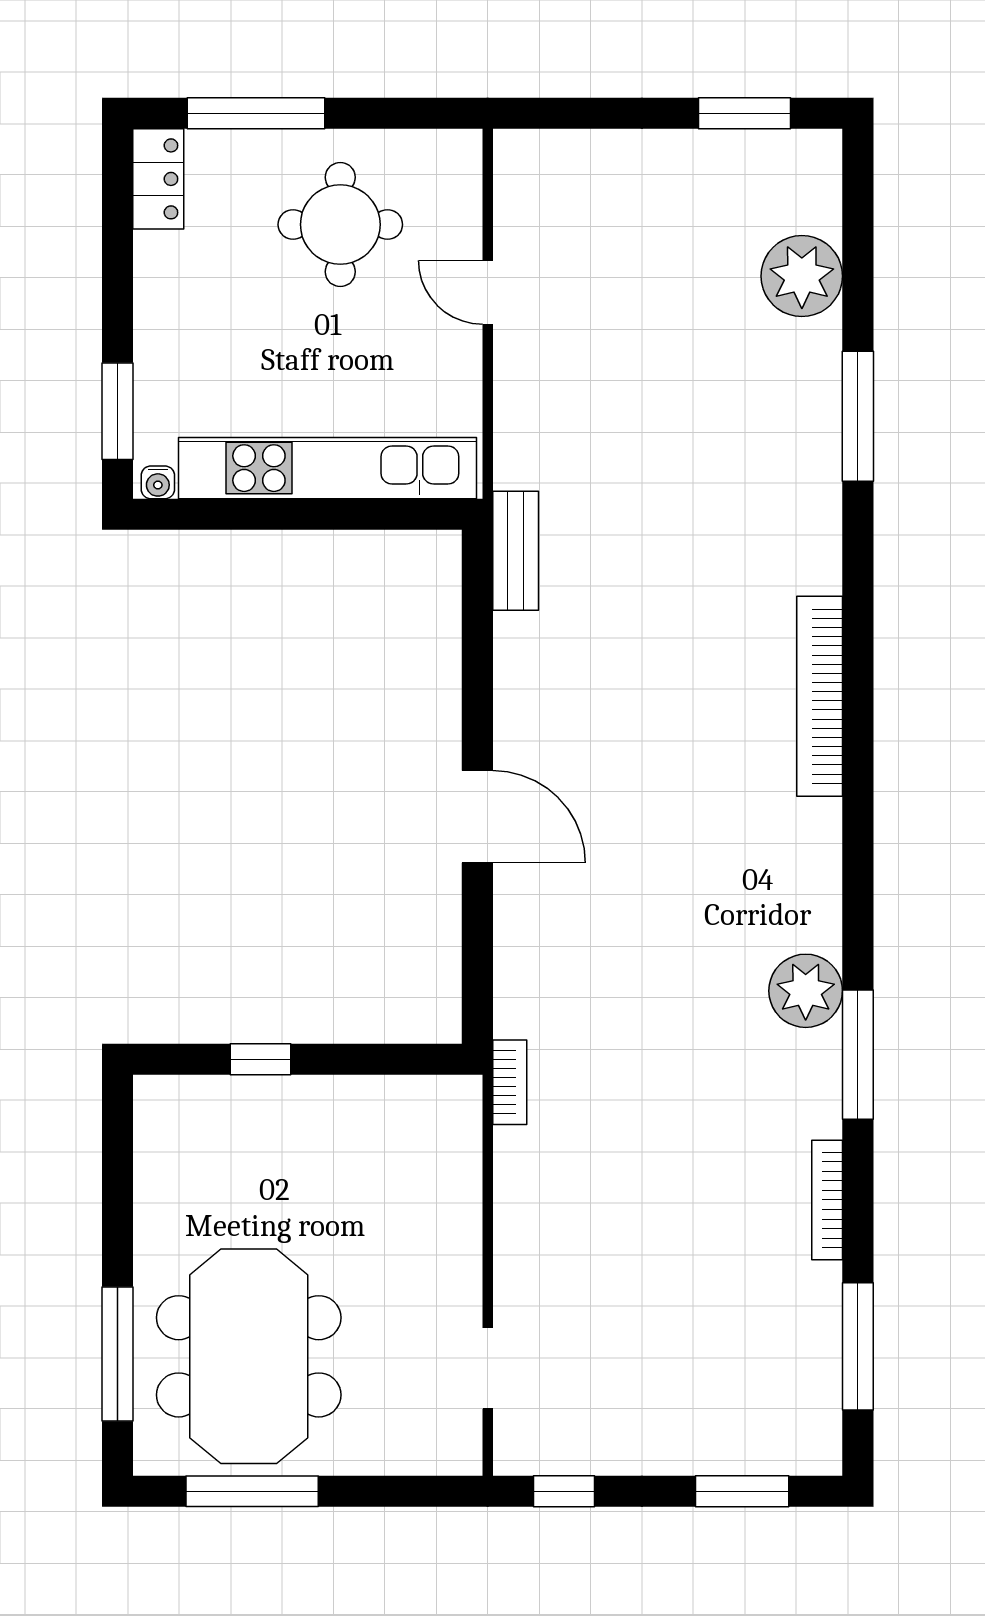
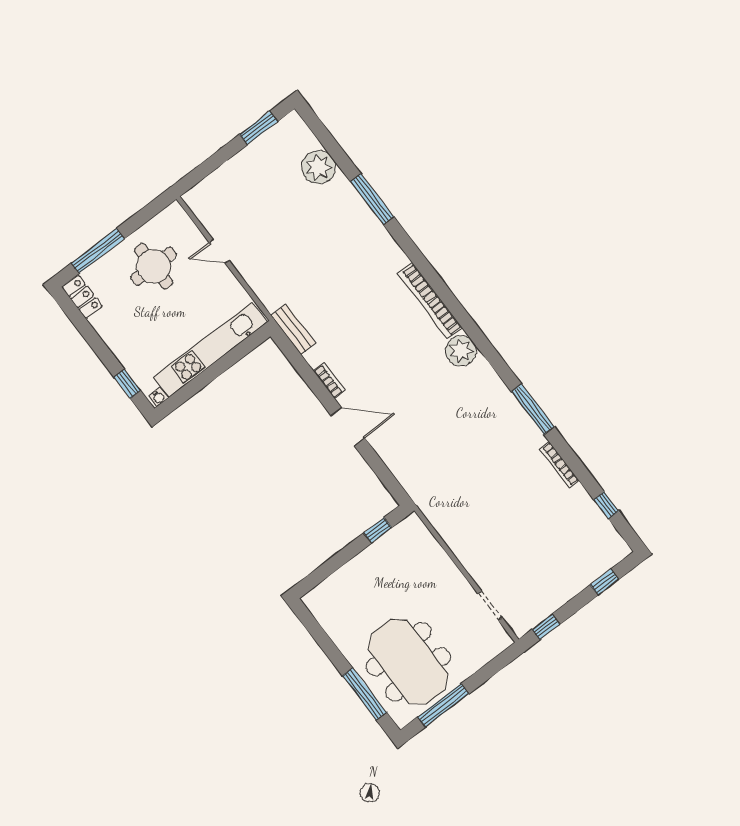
window: (118, 411) -> (127, 384), width x0.67
plant: (806, 991) -> (461, 351), moved
window: (260, 1059) -> (378, 530), moved
bookcase: (510, 1082) -> (329, 381), moved
window: (858, 1346) -> (606, 505), width x0.46
window: (742, 1491) -> (605, 582), width x0.67

